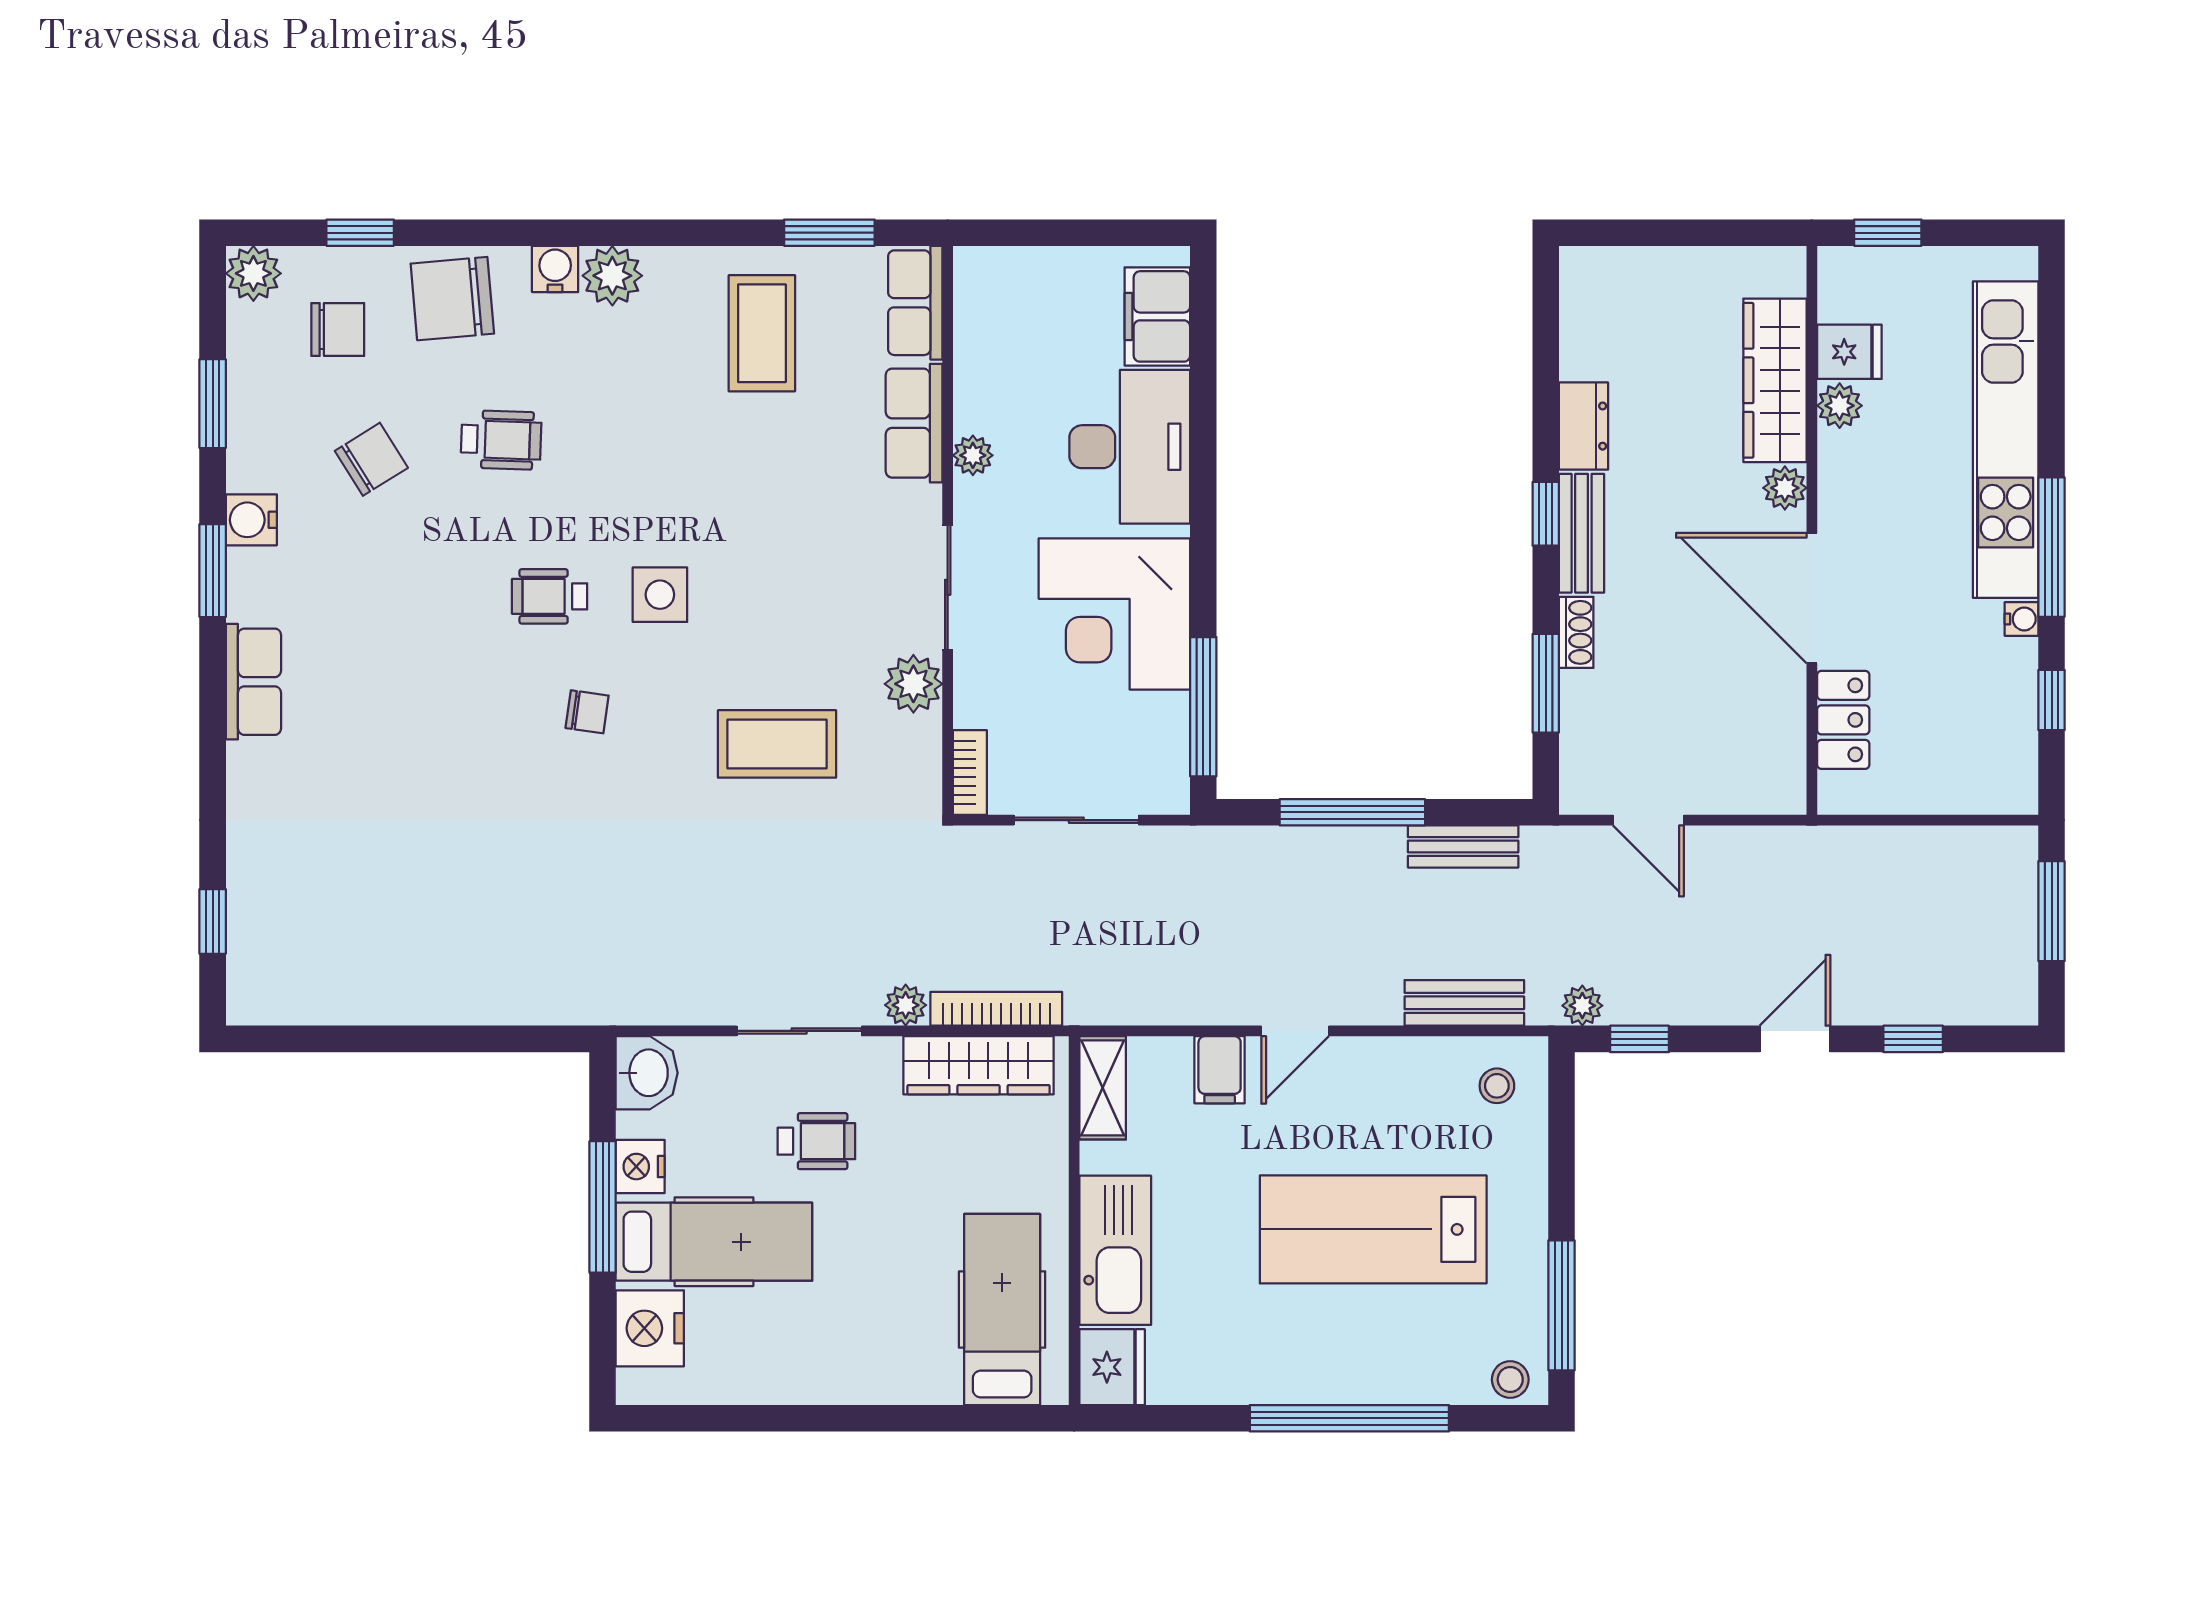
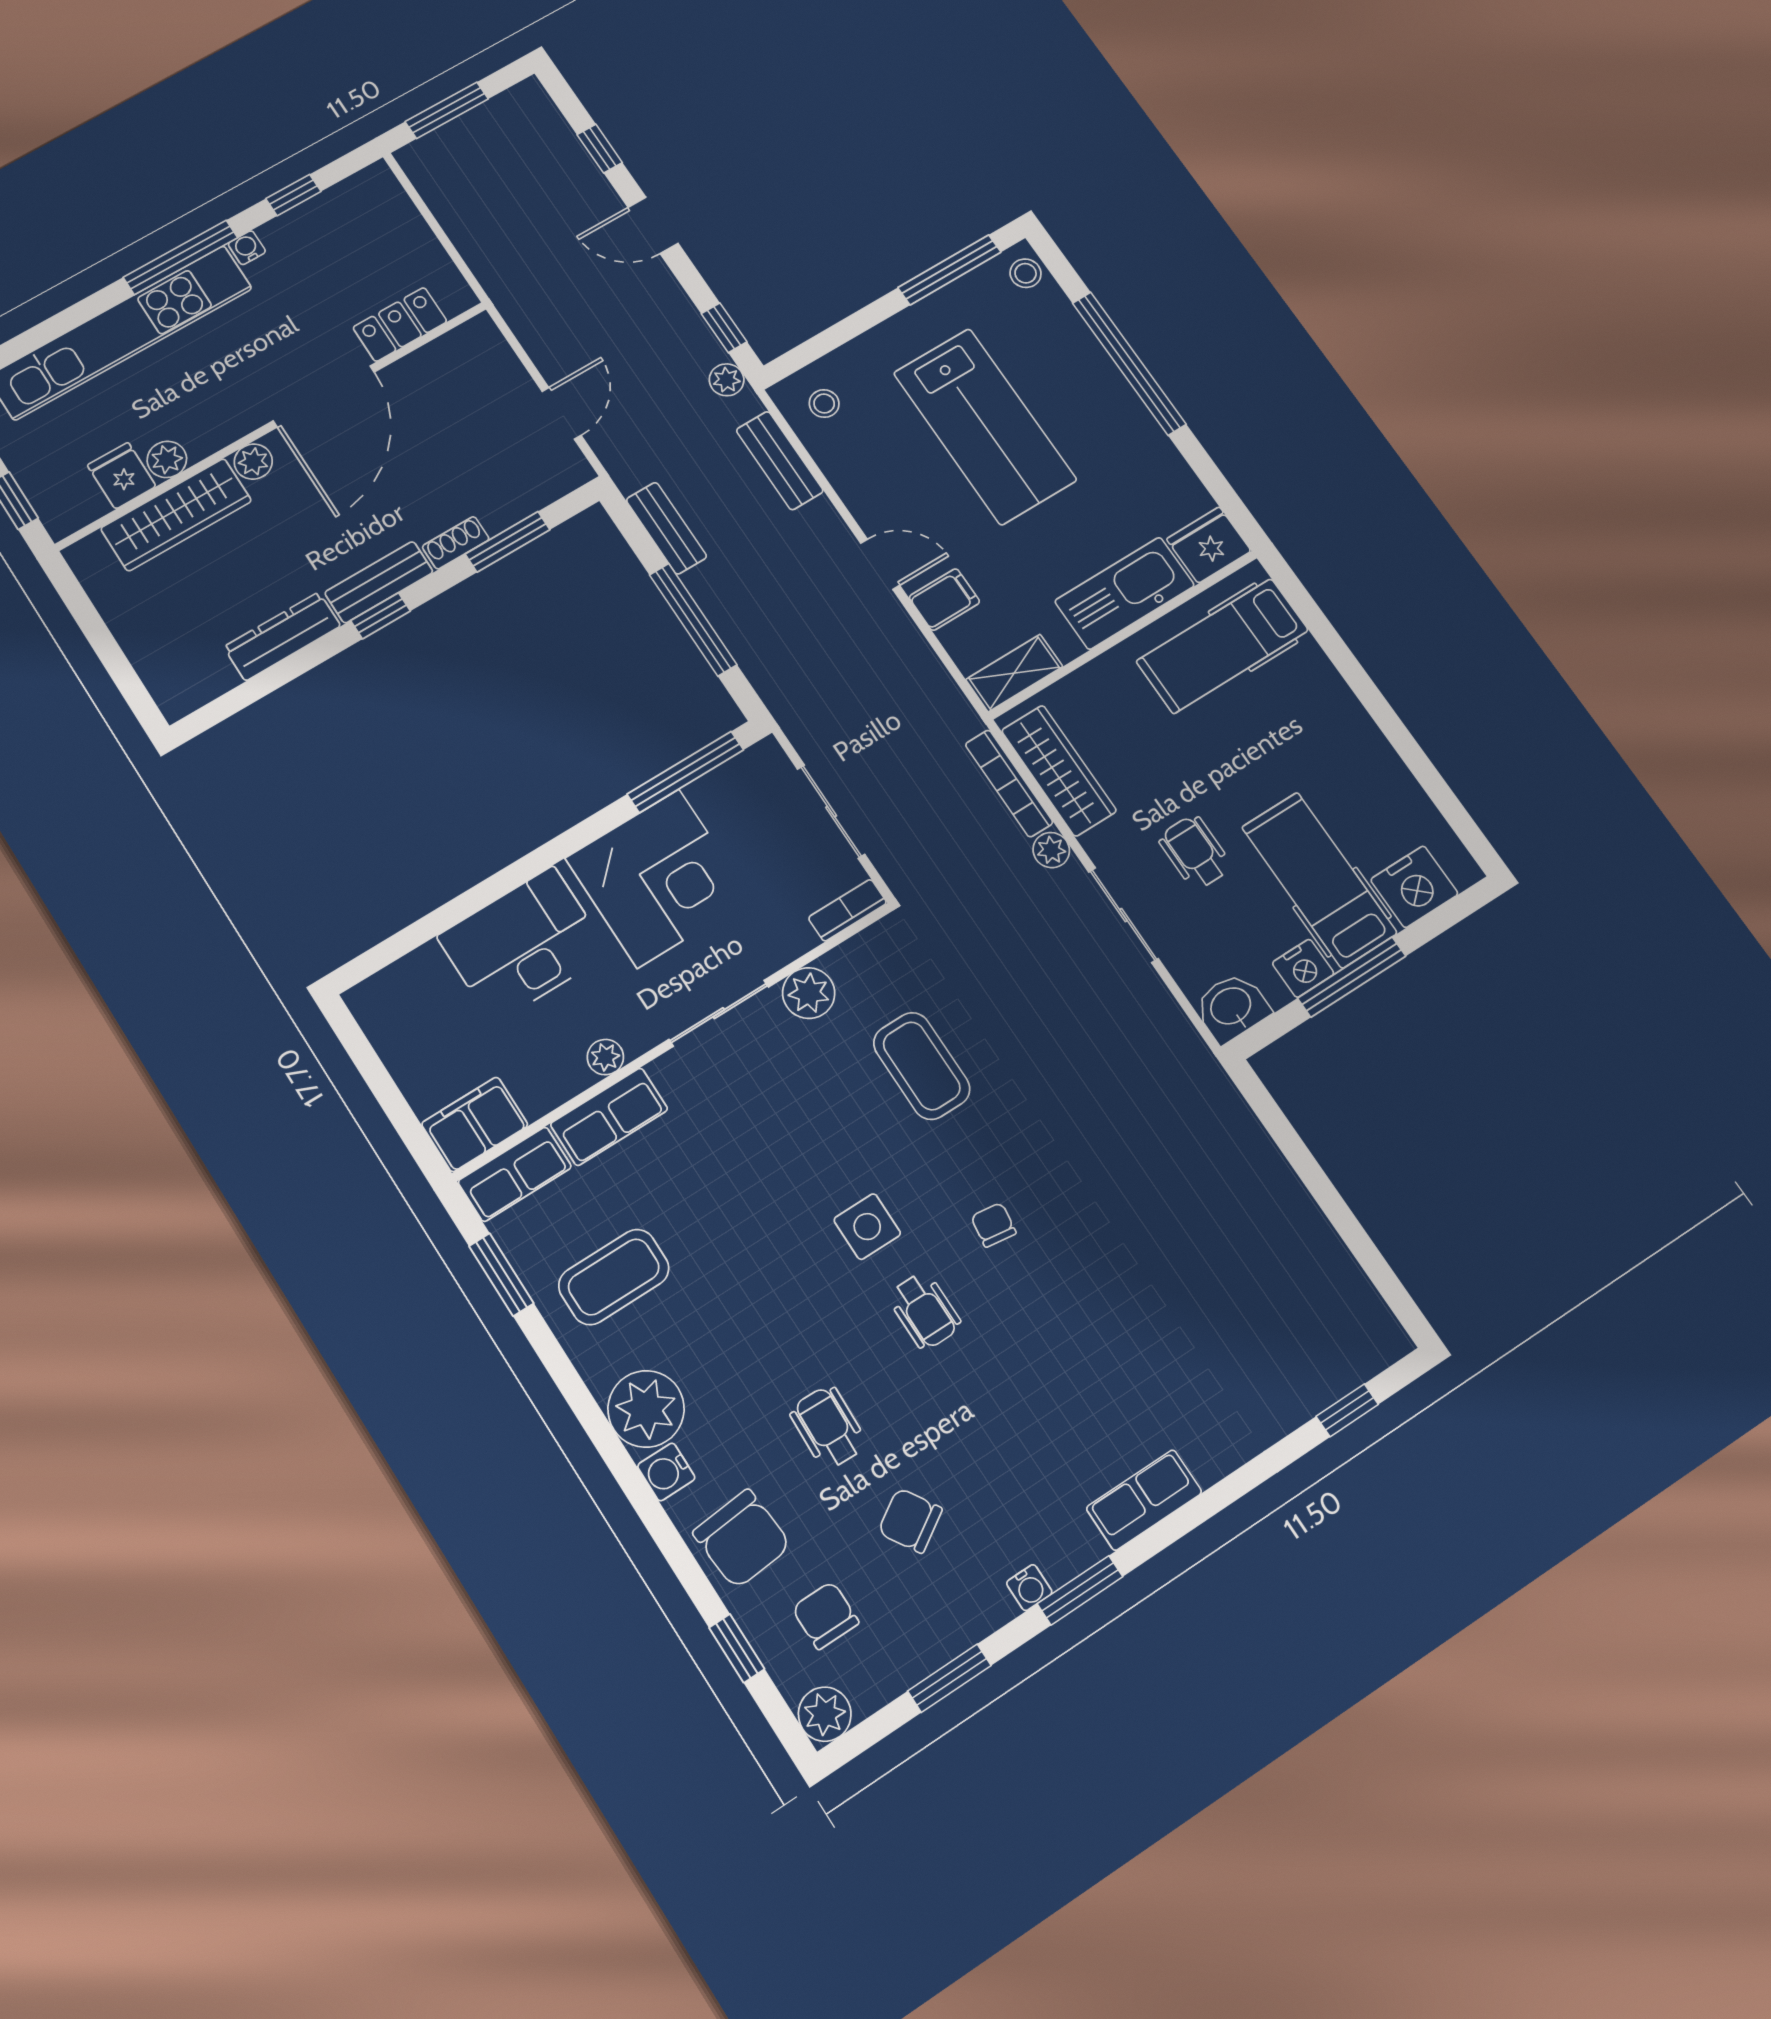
plant: (612, 276) -> (646, 1409), width x1.36, depth x1.36
filing cabinet: (1157, 316) -> (475, 1124), moved, turned 180
dresser: (1583, 426) -> (282, 636), width x1.44
water cooler: (251, 520) -> (1029, 1588), width x0.72, depth x0.72

